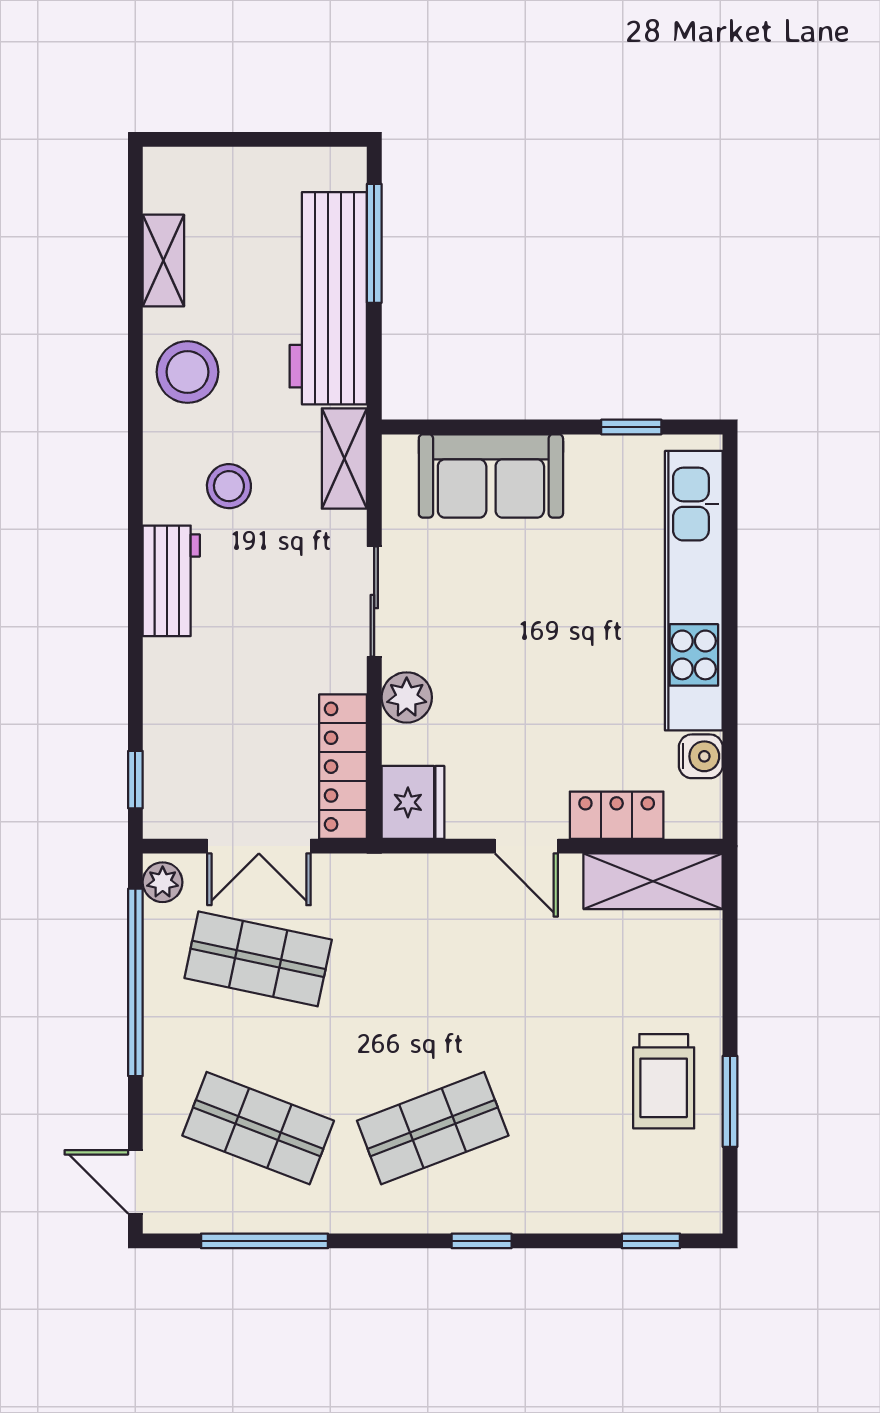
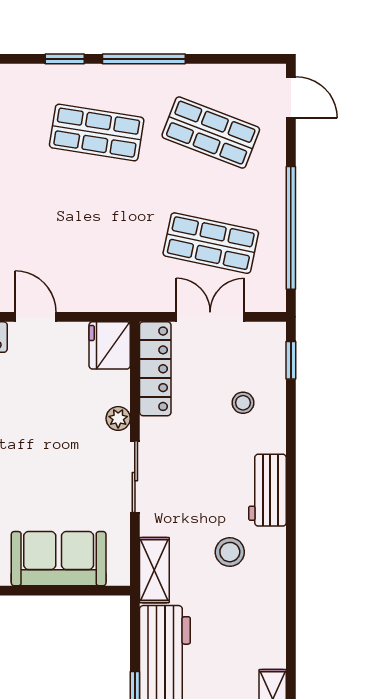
stool: (187, 372) -> (243, 403), moved, width x0.53, depth x0.53
plant: (407, 697) -> (118, 418), width x0.73, depth x0.73
plant: (163, 882) -> (273, 293), removed
shop shelf: (433, 1128) -> (97, 133), turned 30
window: (265, 1241) -> (144, 59), moved

